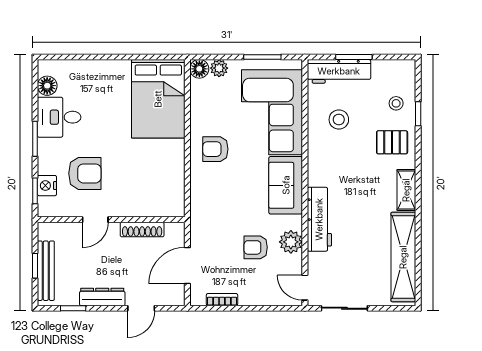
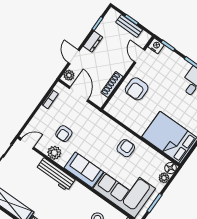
armchair: (85, 173) -> (137, 89), moved
nightstand: (47, 186) -> (156, 46), moved
door: (95, 220) -> (139, 56), moved
armchair: (256, 247) -> (64, 134), turned 180
bench: (46, 271) -> (129, 26), width x0.73
dresser: (102, 297) -> (93, 42), width x0.70
plant: (171, 297) -> (69, 75), added

